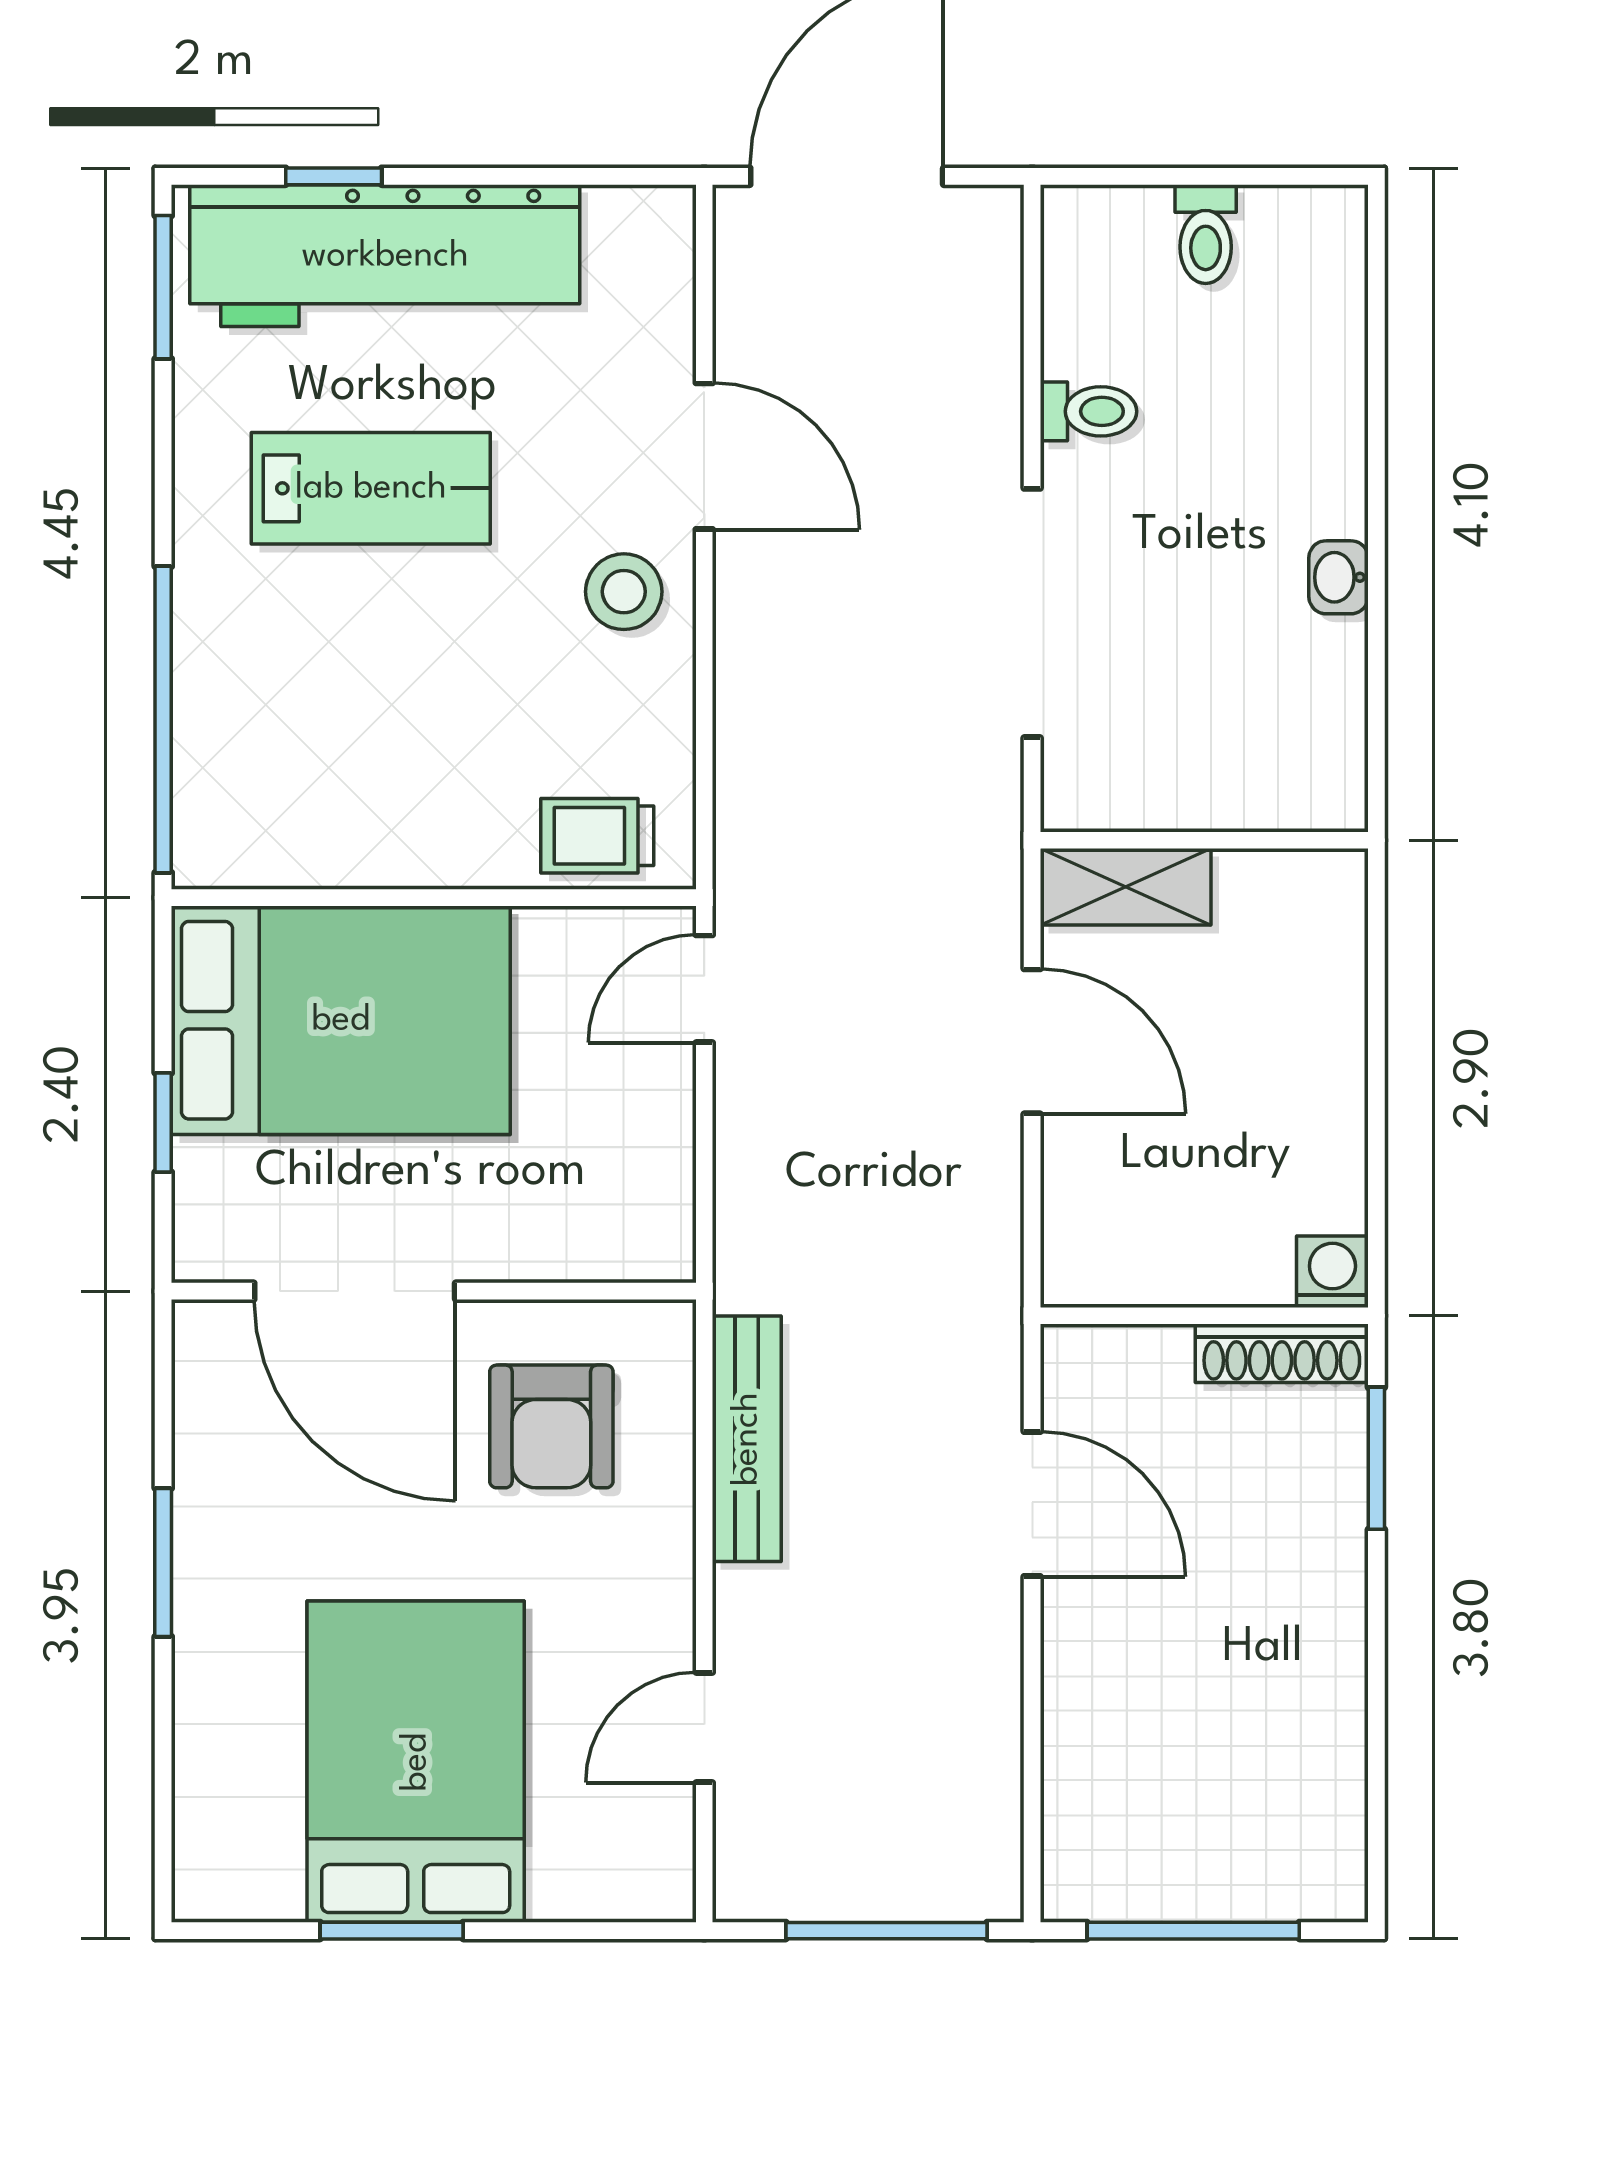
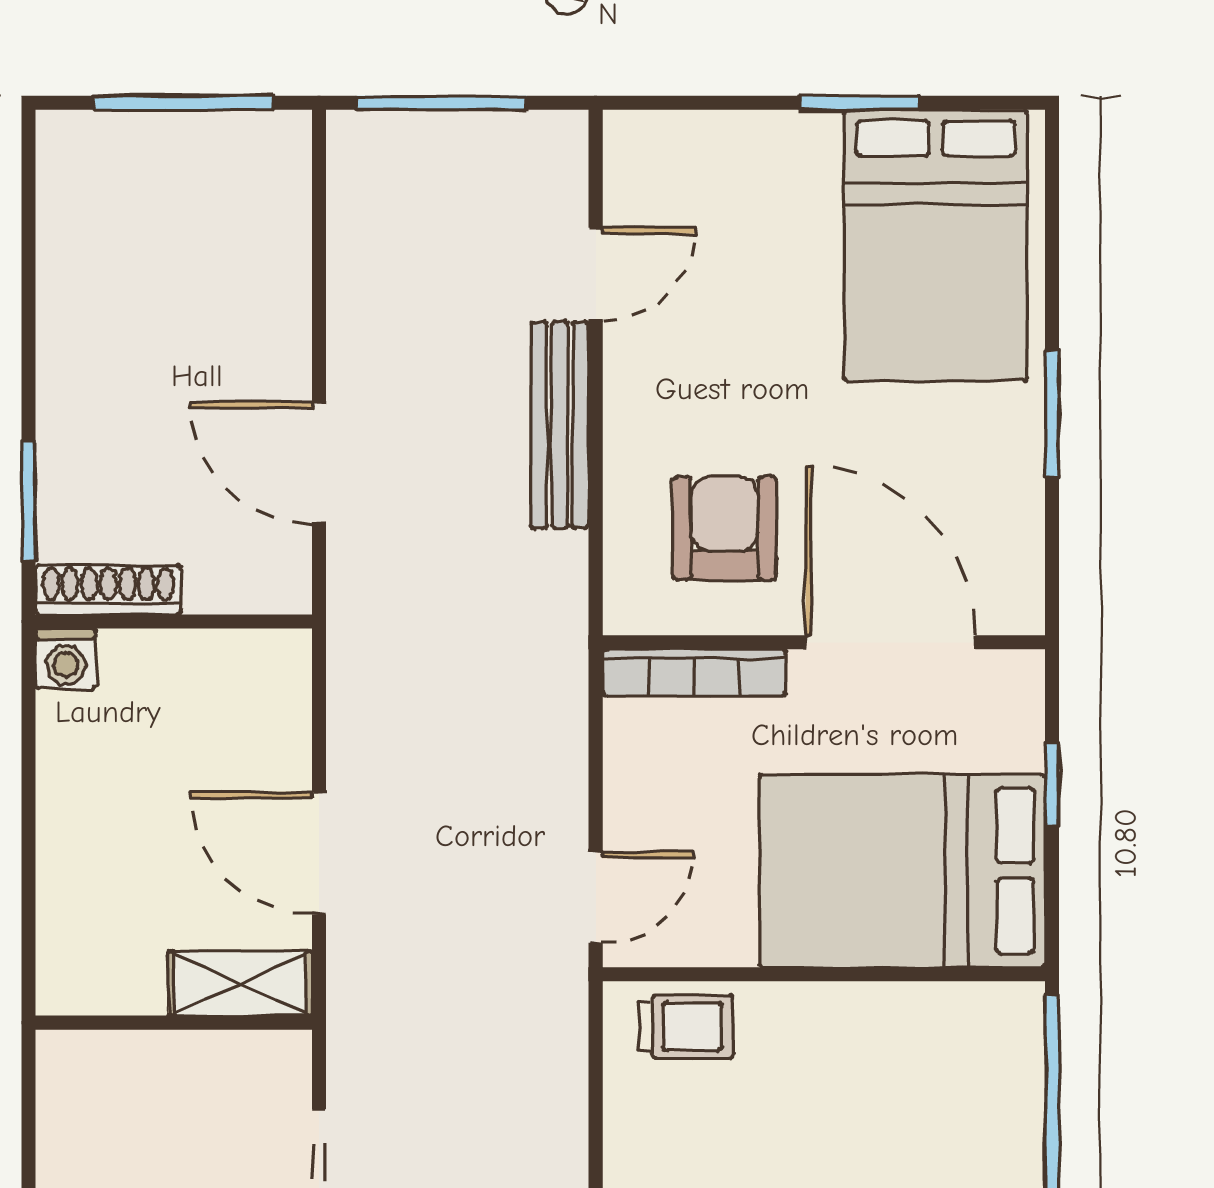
bookcase: (587, 1255) -> (694, 673), added
bench: (747, 1439) -> (560, 425), moved
bed: (416, 1762) -> (936, 245), moved

